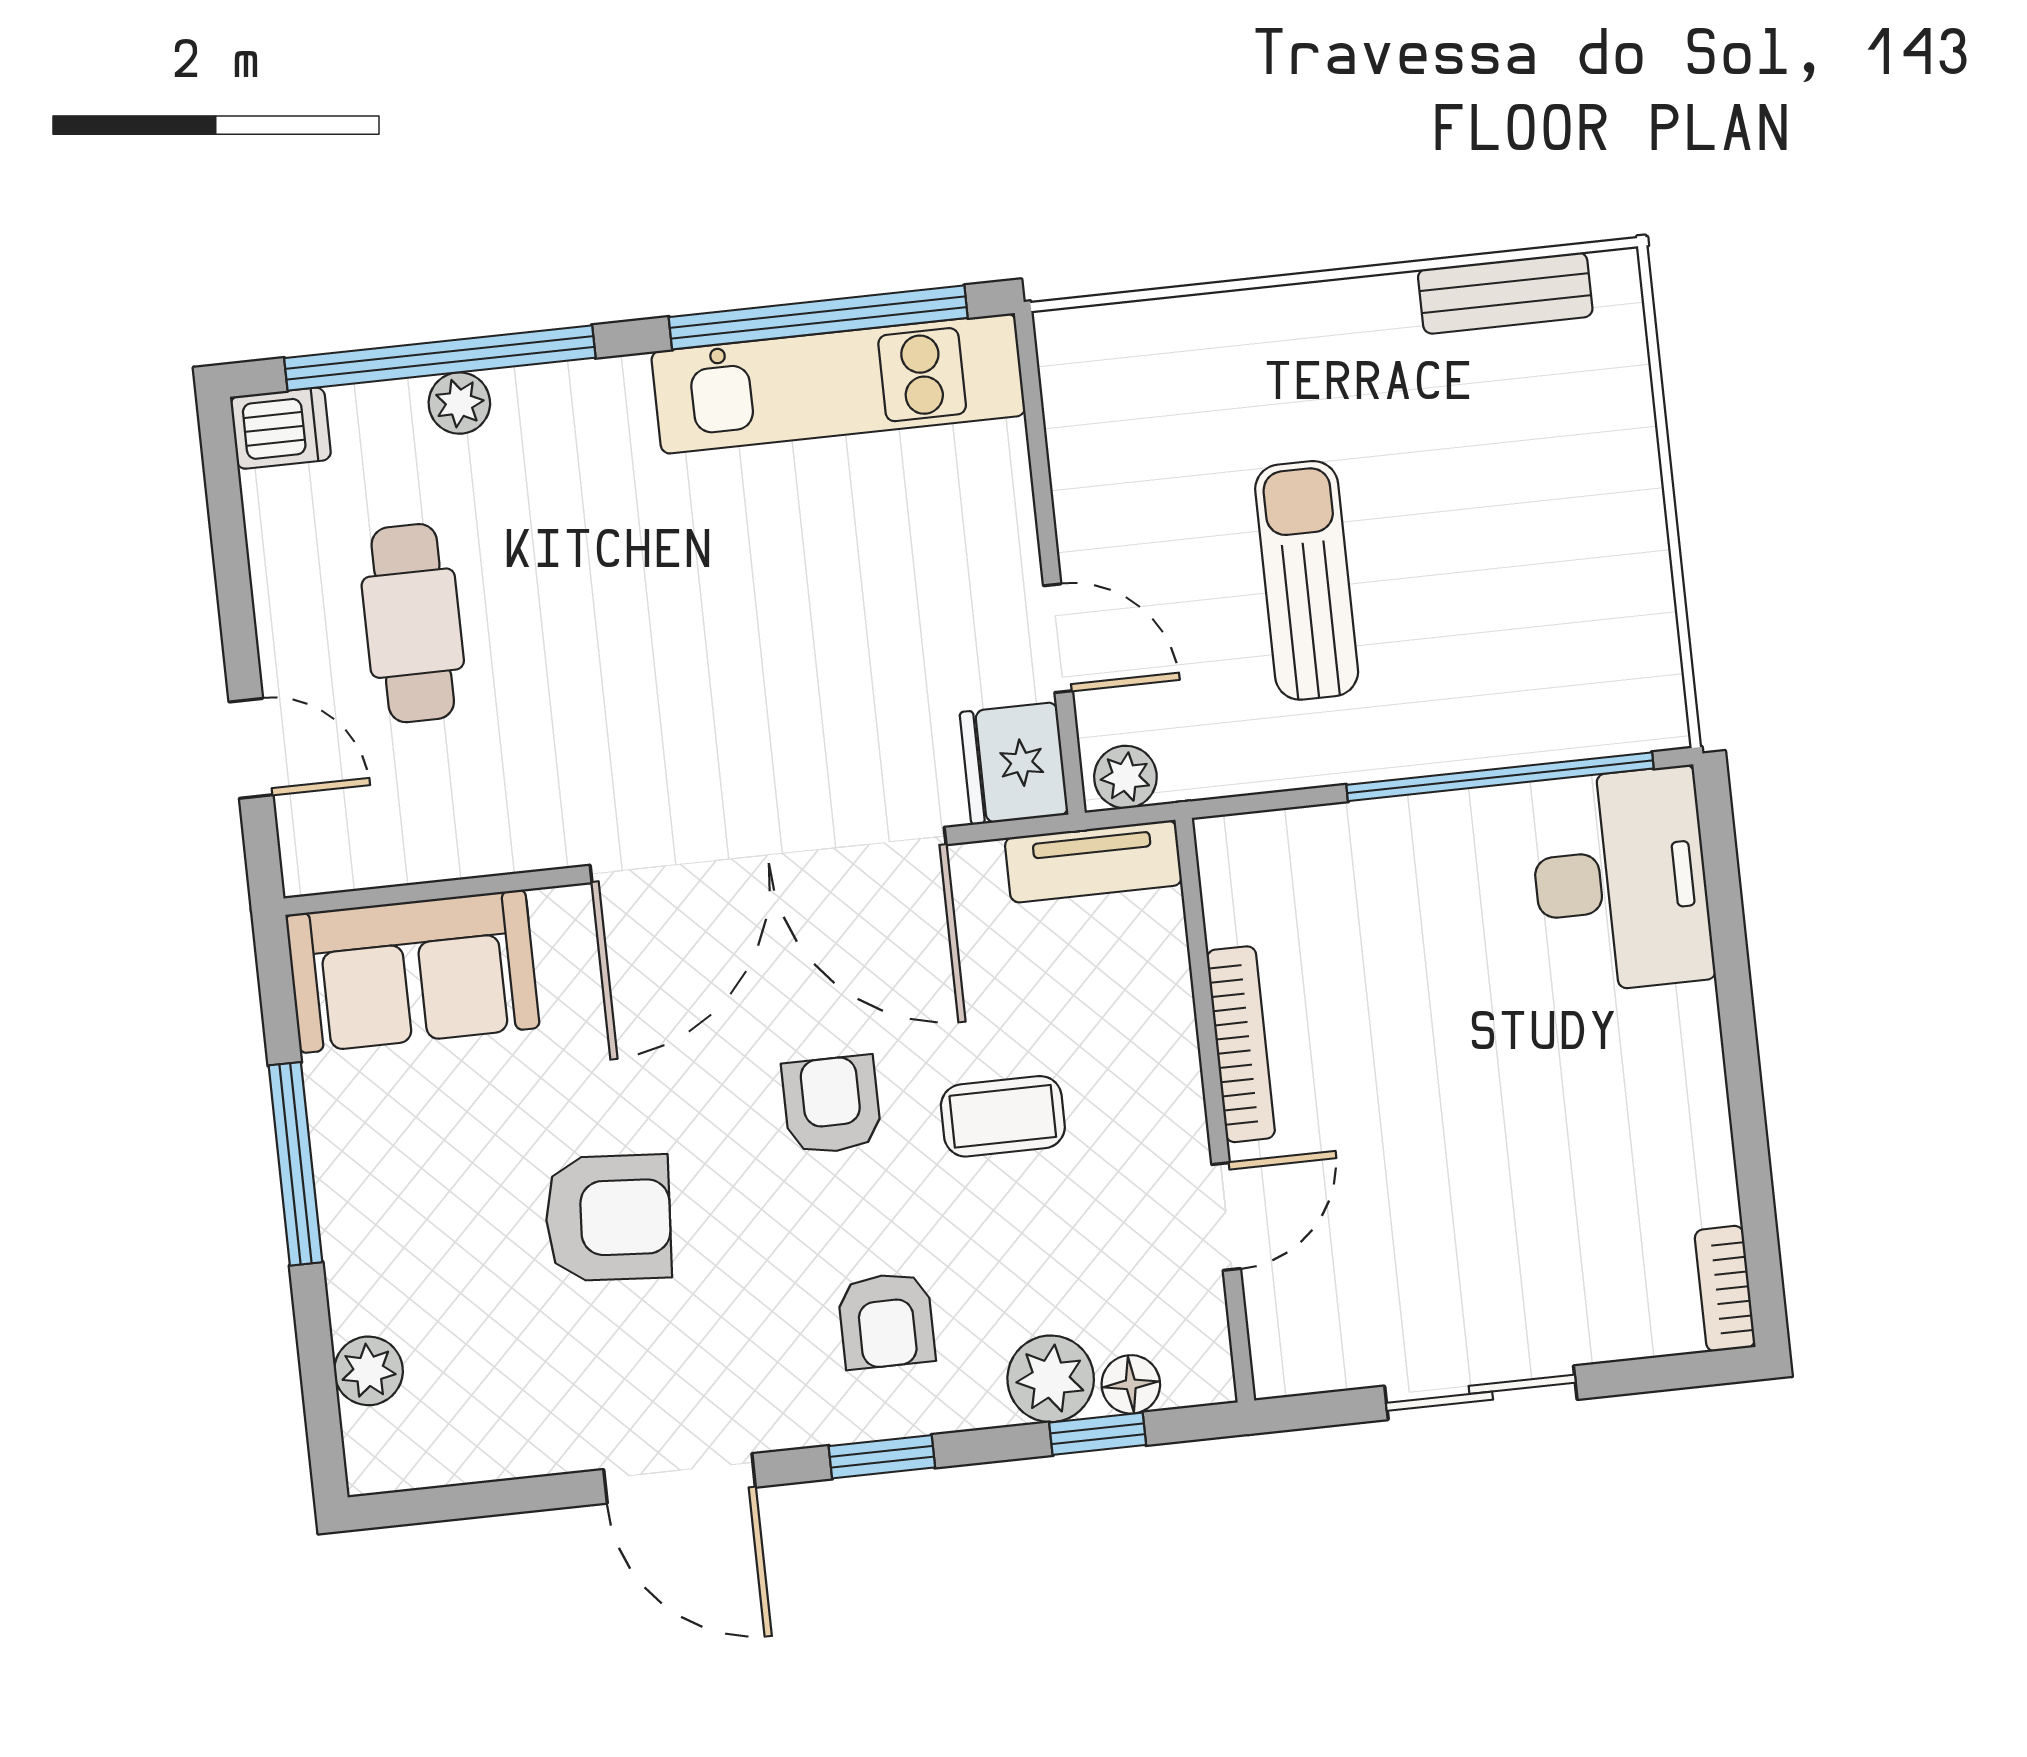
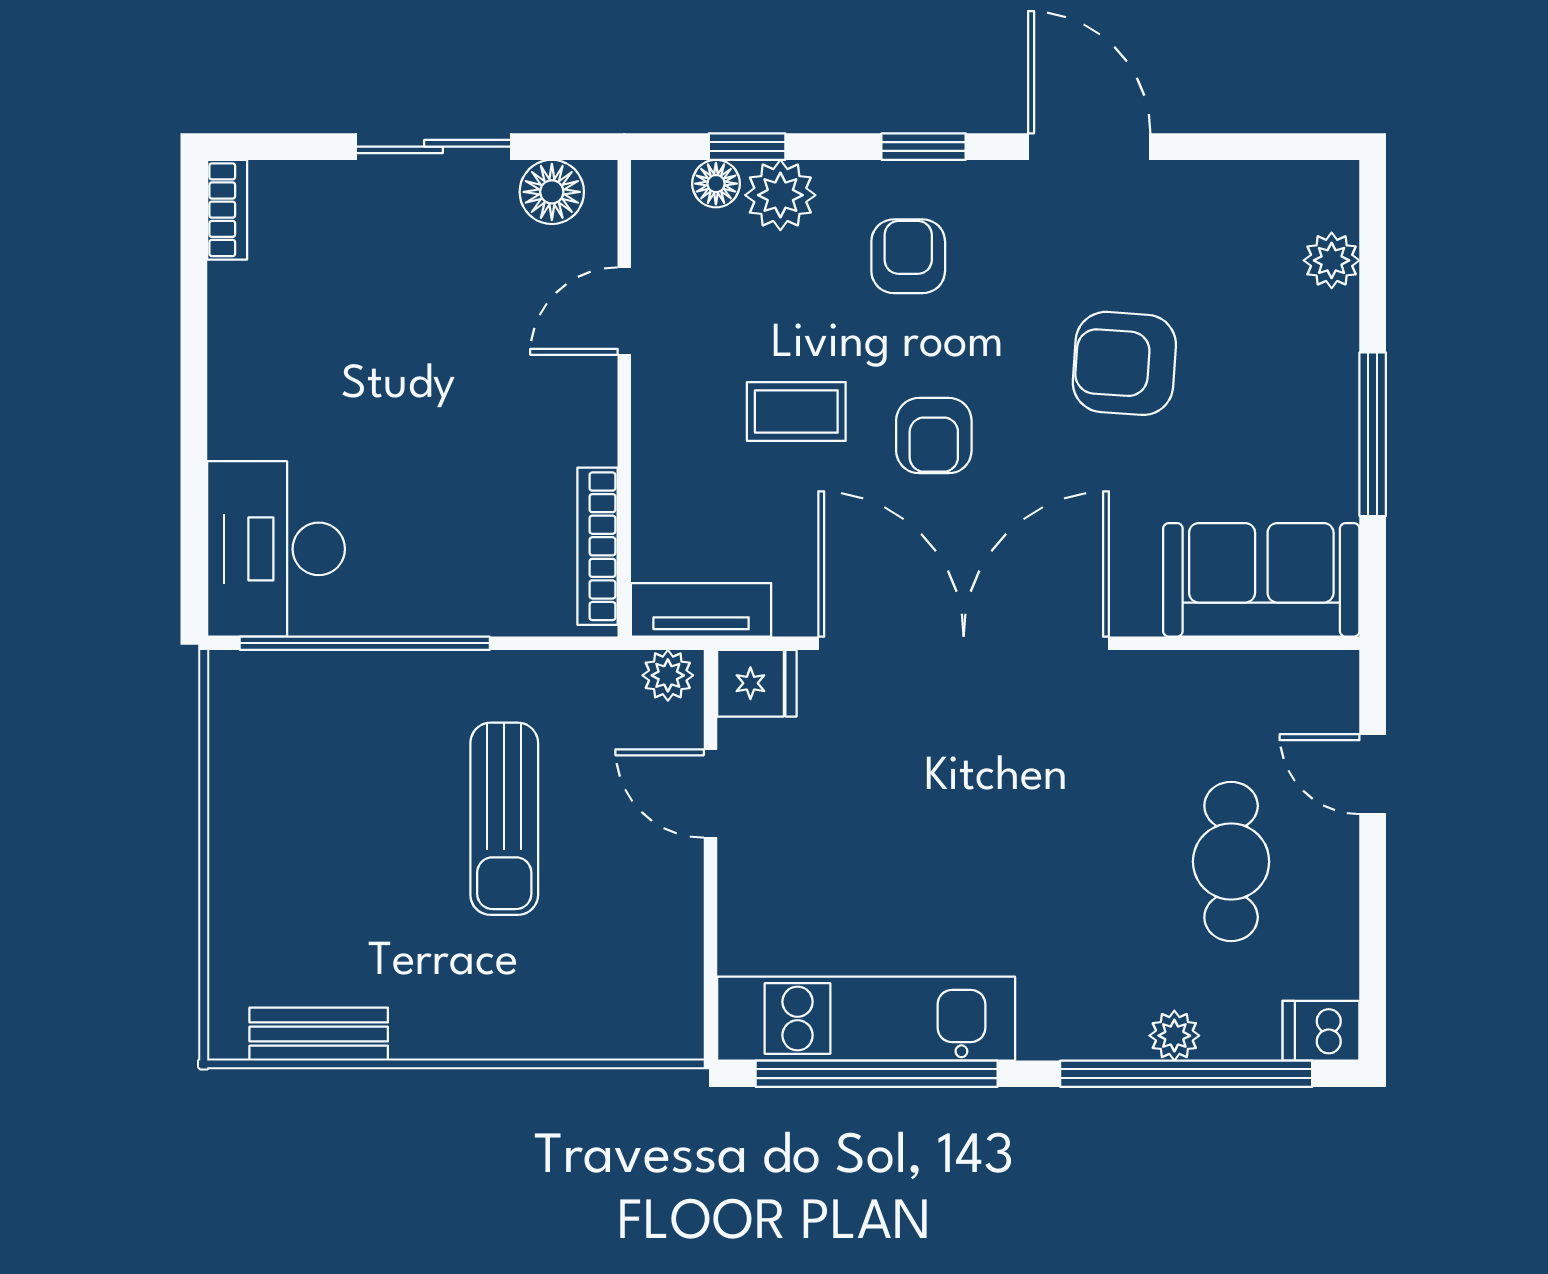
fridge: (1014, 763) -> (757, 683), width x0.72
bookcase: (1241, 1044) -> (598, 546), moved
floor lamp: (1330, 1353) -> (552, 192), added

